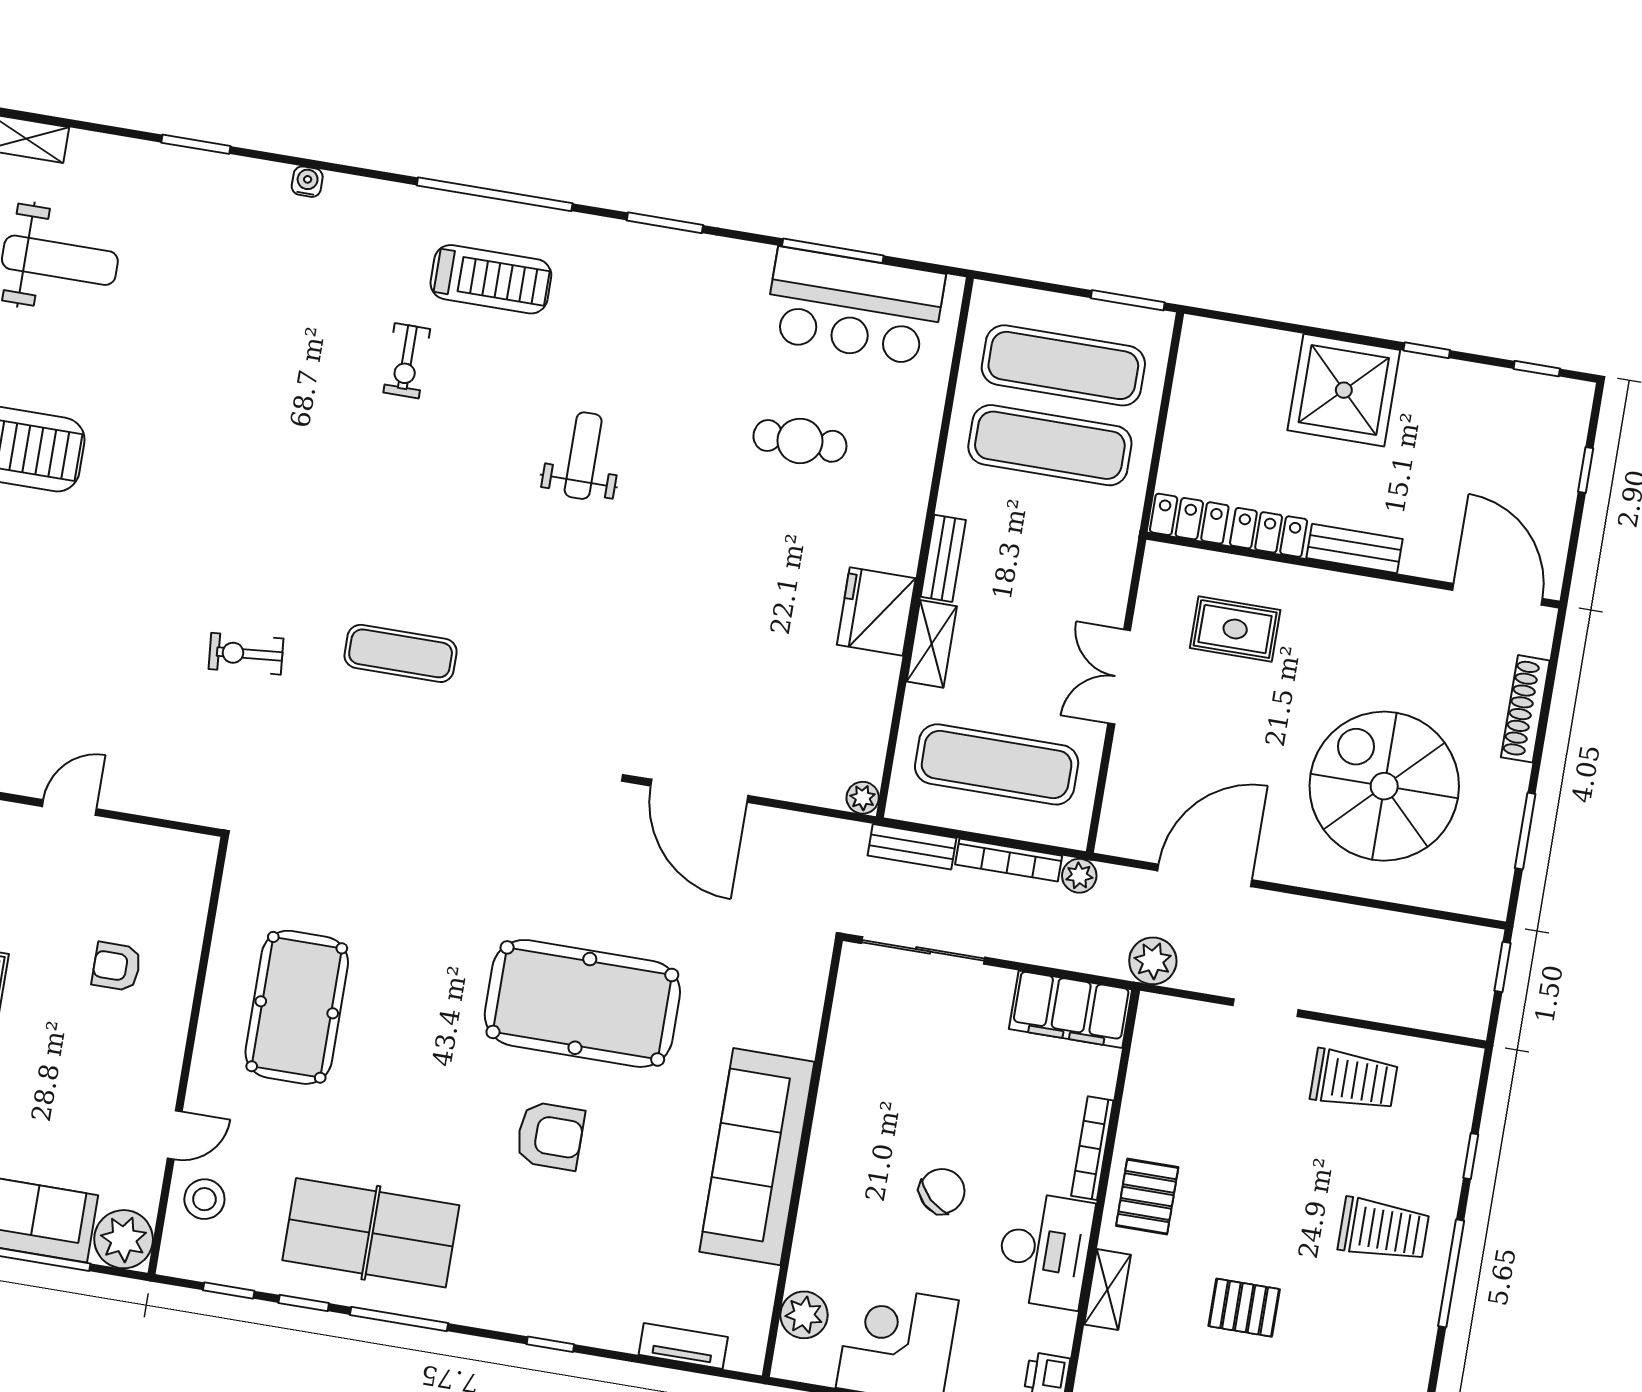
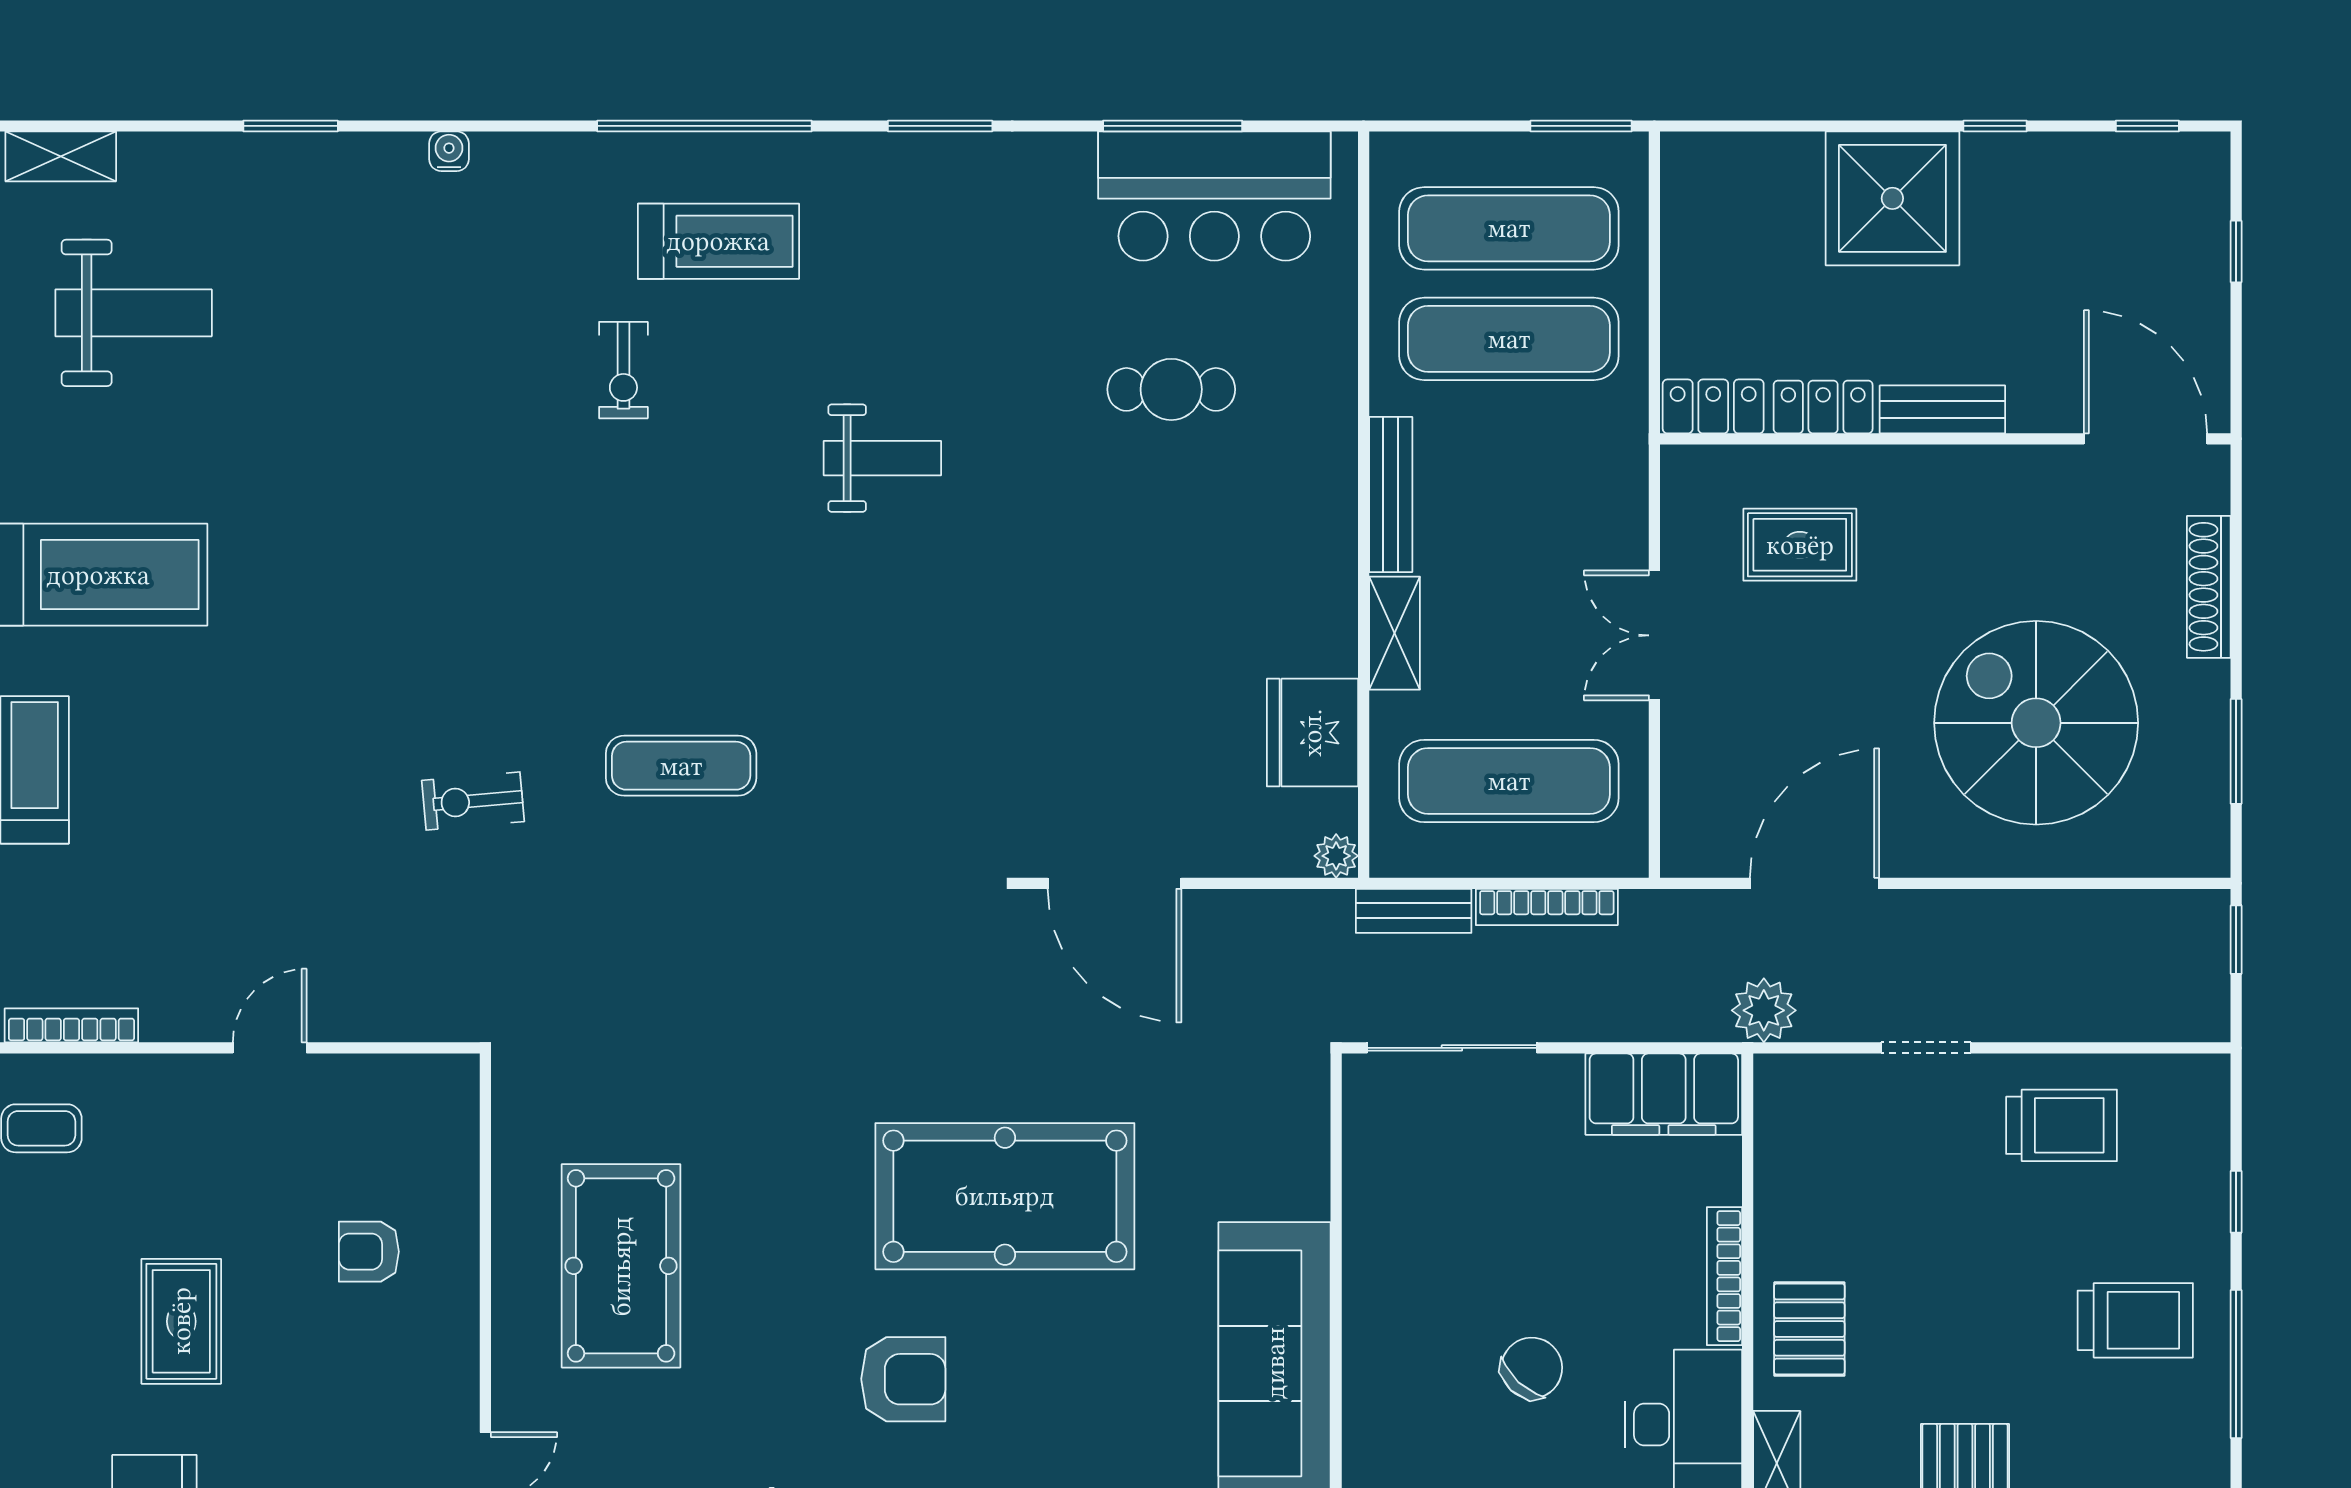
weight bench: (583, 456) -> (882, 458), turned 90
bench: (943, 558) -> (1391, 495), width x1.36
fridge: (876, 611) -> (1312, 733), moved
plant: (1079, 876) -> (1646, 912), removed
armchair: (550, 1136) -> (903, 1379), moved

